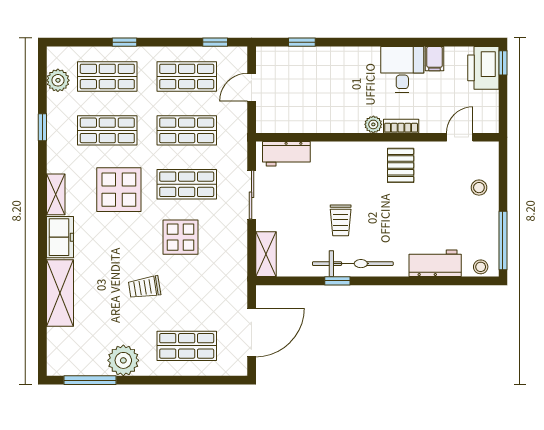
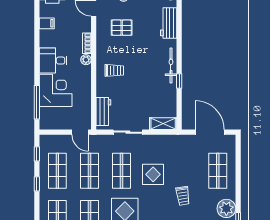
window: (124, 42) -> (37, 184), moved
window: (302, 42) -> (37, 102), width x2.17
desk: (402, 69) -> (53, 61), moved
corner desk: (322, 74) -> (56, 90), added
door: (252, 87) -> (80, 132), moved
pallet: (401, 165) -> (122, 28), moved
trolley: (341, 220) -> (114, 70), moved
bicycle: (353, 264) -> (171, 65), width x0.73, depth x0.71

